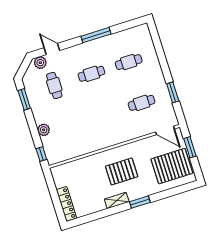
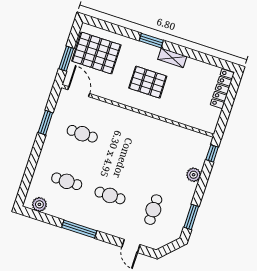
plant: (40, 63) -> (39, 204), moved

